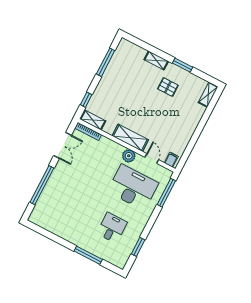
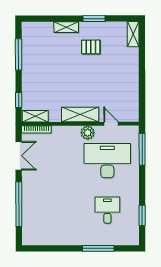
filing cabinet: (171, 160) -> (130, 115), removed

